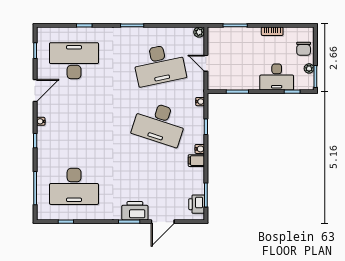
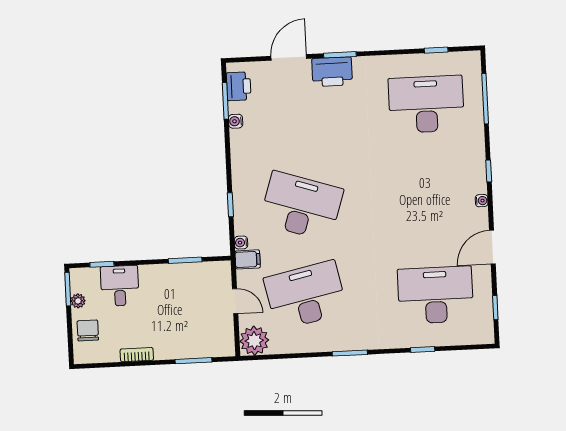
plant: (199, 32) -> (254, 341), width x1.88, depth x1.88
desk: (74, 61) -> (436, 295), turned 180
desk: (277, 77) -> (120, 286), width x0.73
water cooler: (200, 149) -> (236, 121), moved
filing cabinet: (196, 161) -> (248, 259), moved

